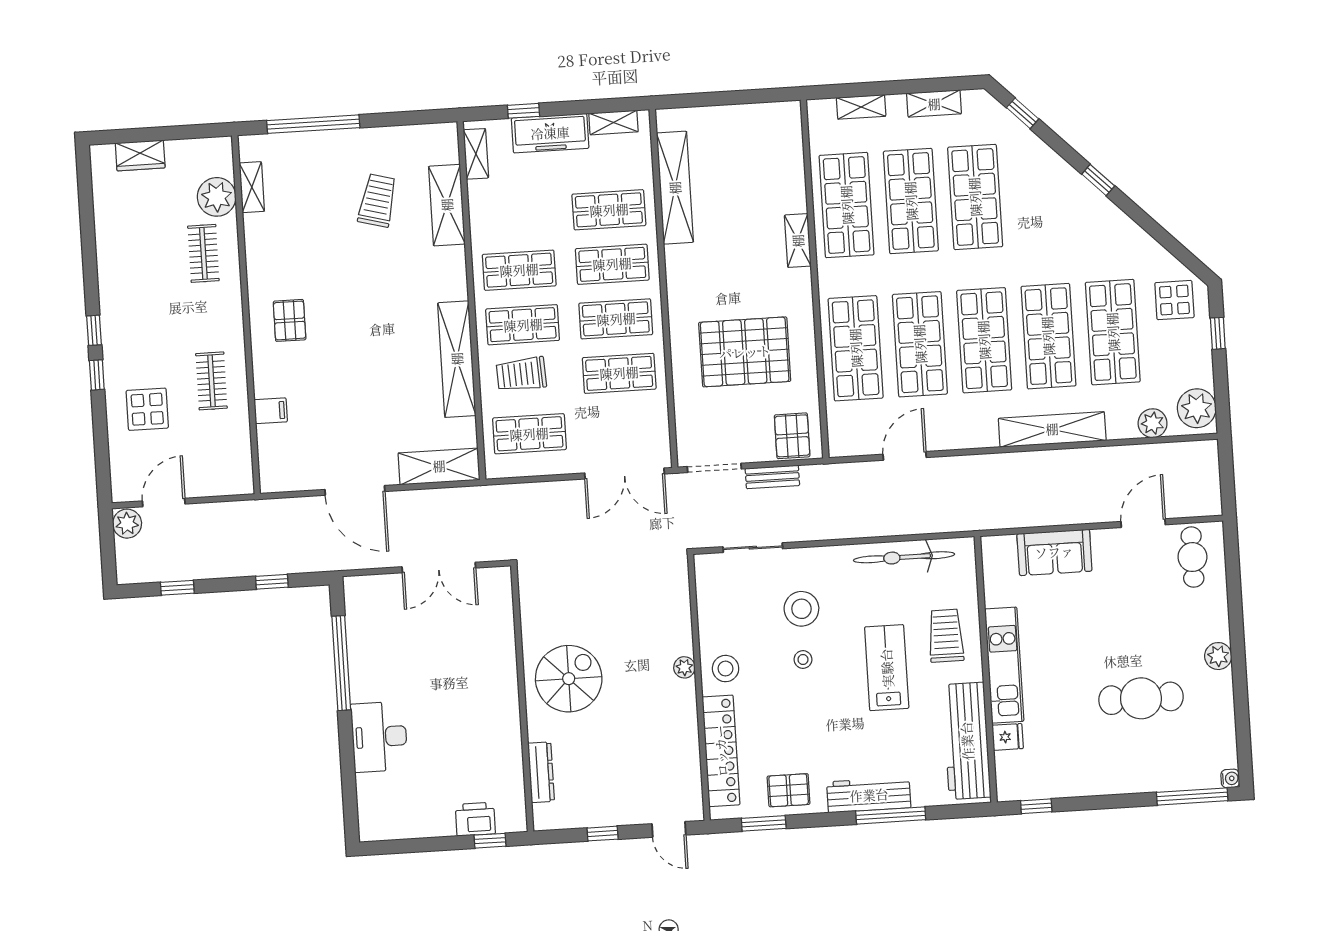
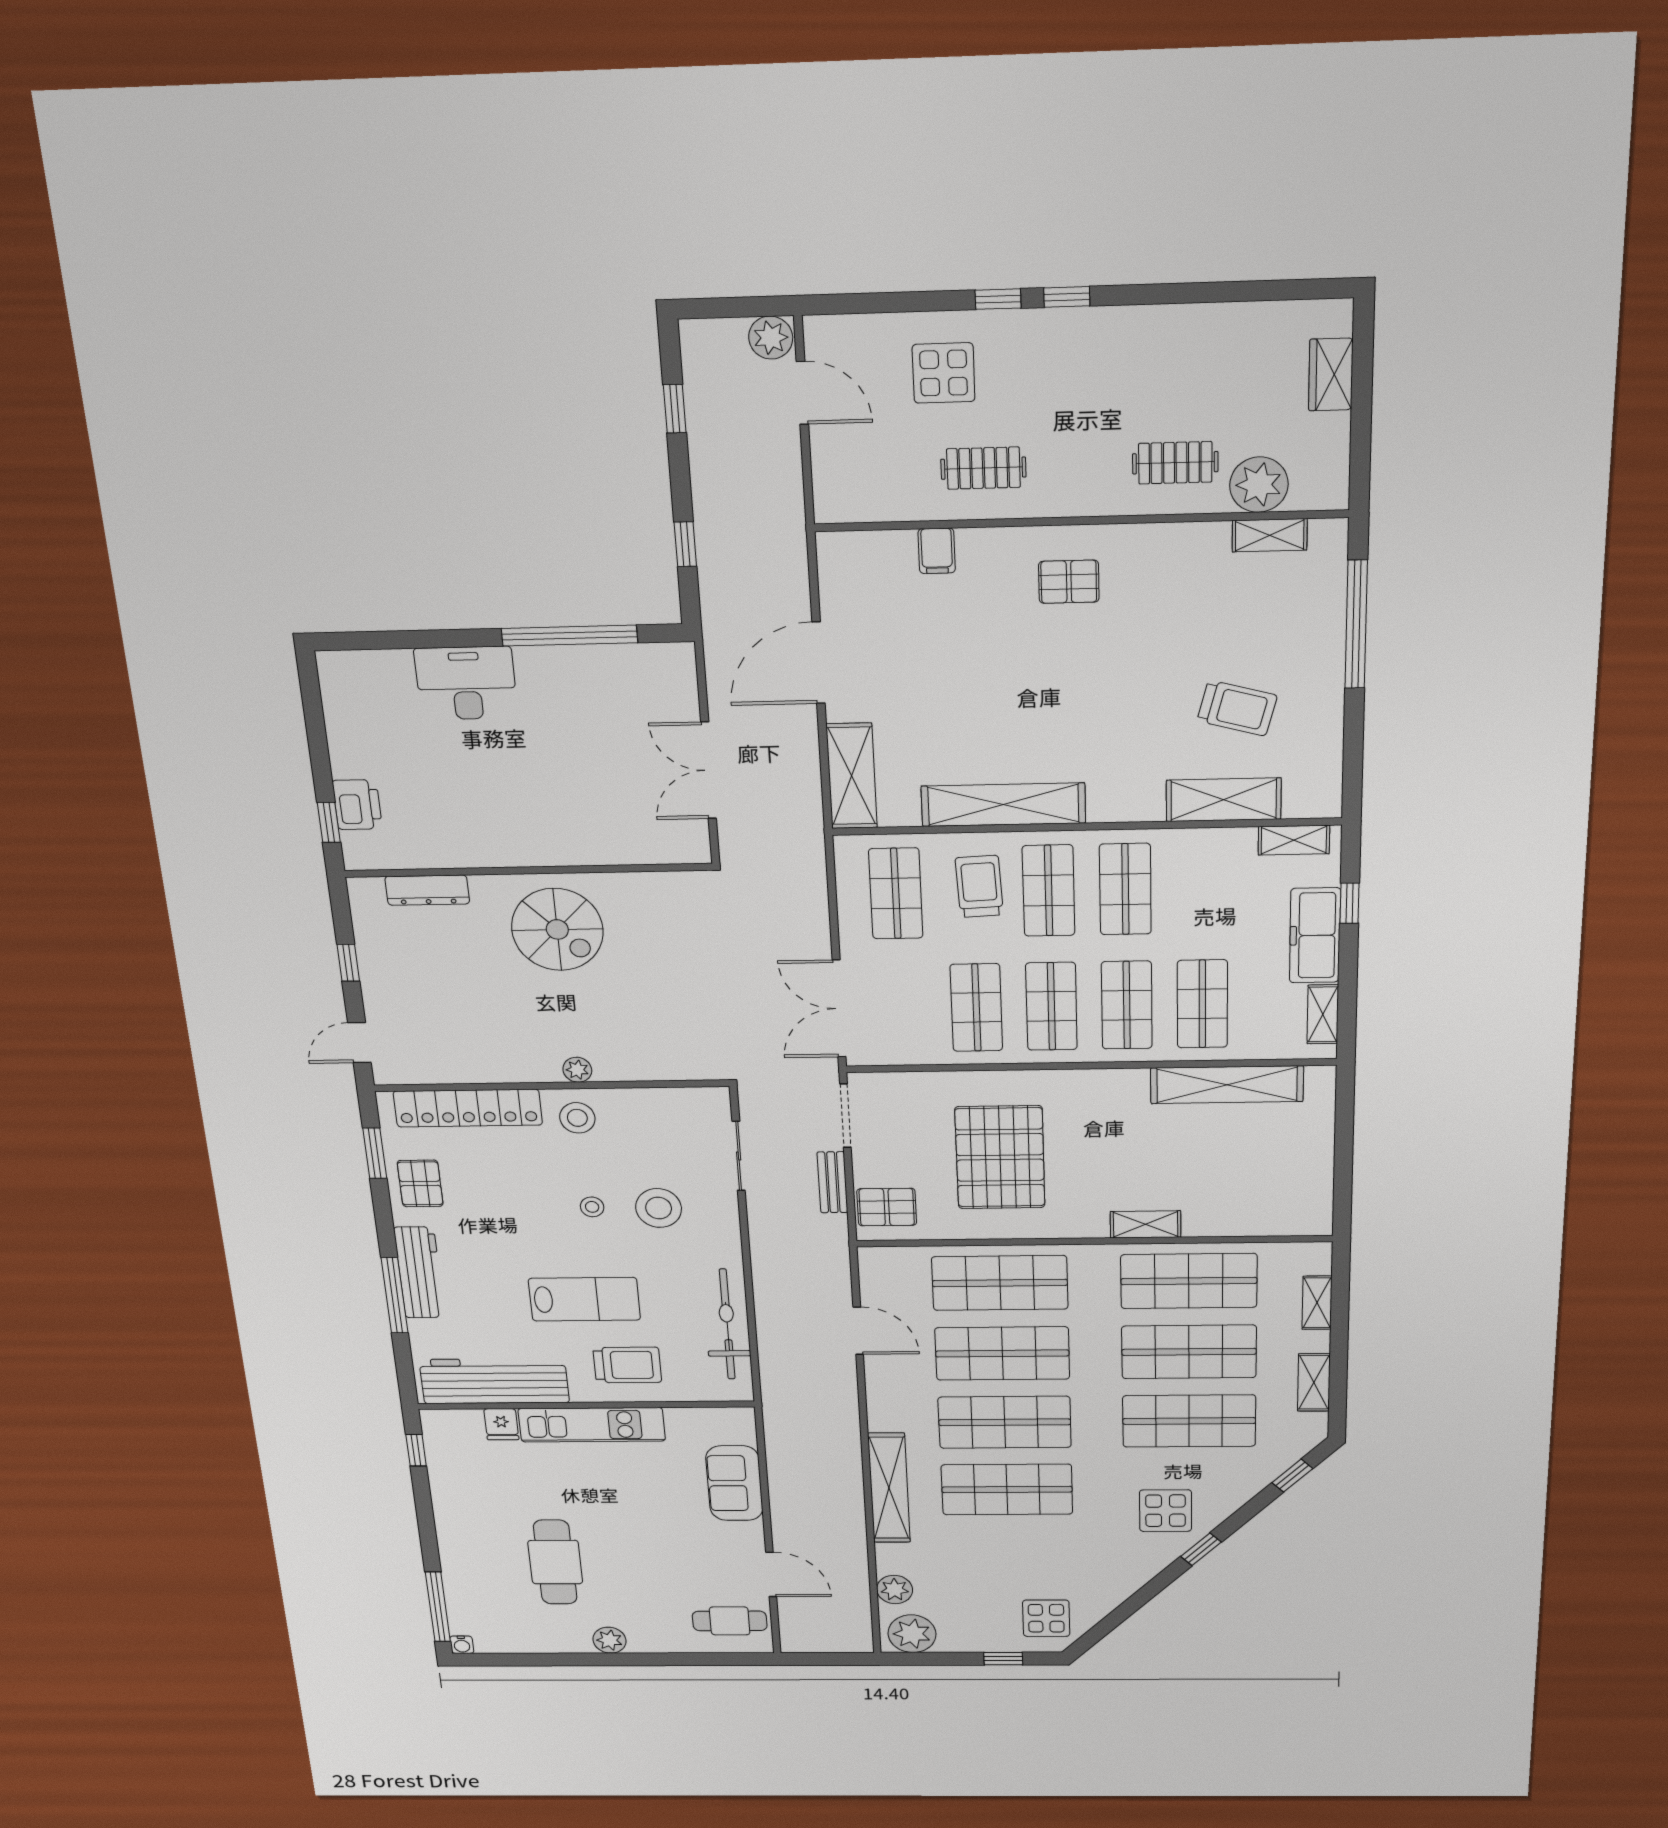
display table: (1062, 210) -> (1166, 1511), added
shop shelf: (1113, 332) -> (1009, 1555), removed

